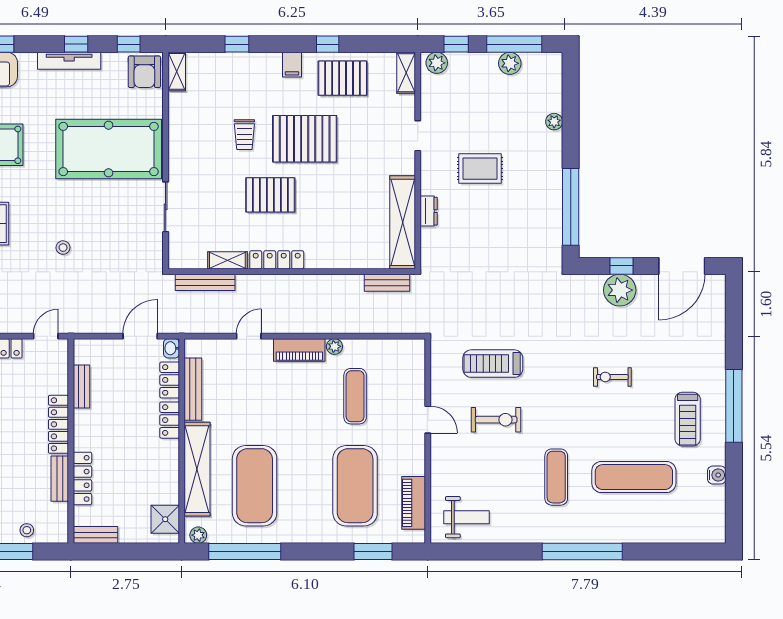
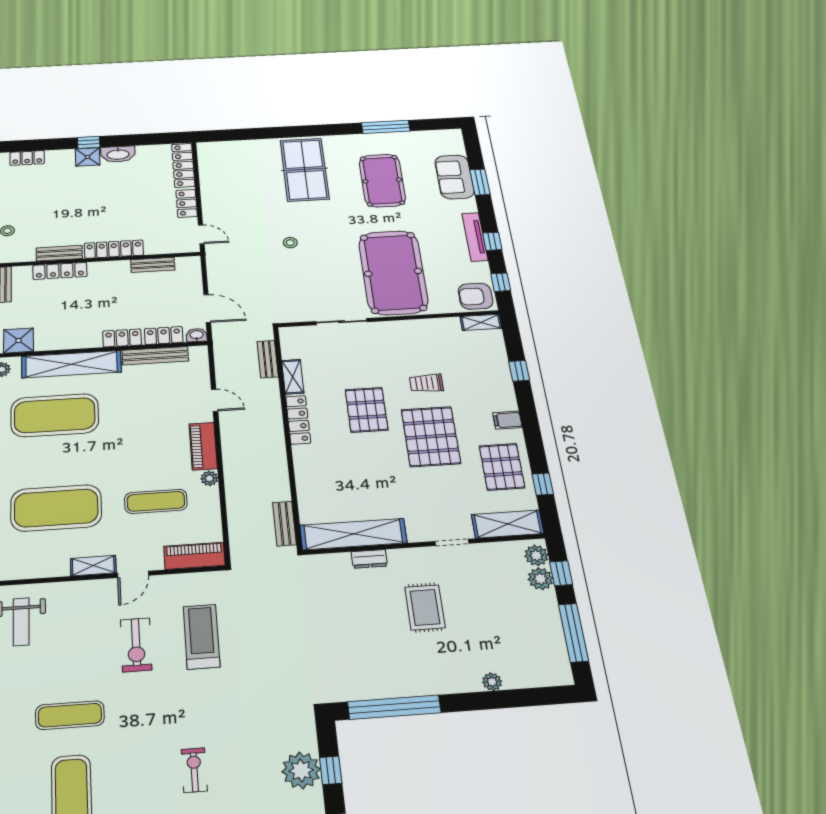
window: (328, 44) -> (543, 484), moved
plant: (510, 63) -> (540, 579), moved
shelving: (406, 73) -> (508, 524), width x1.50, depth x1.33
bench: (205, 282) -> (268, 359), width x0.73
shelving: (417, 454) -> (93, 566), added
piano: (414, 503) -> (194, 556), moved

